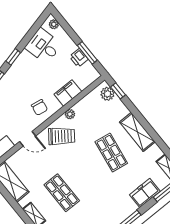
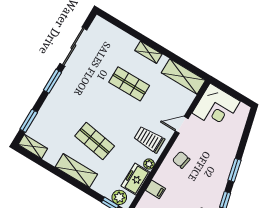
filing cabinet: (68, 93) -> (155, 189), width x0.50
trolley: (62, 136) -> (149, 139), turned 53
freezer: (145, 193) -> (136, 179), moved, turned 180

